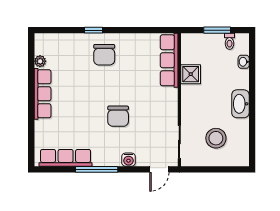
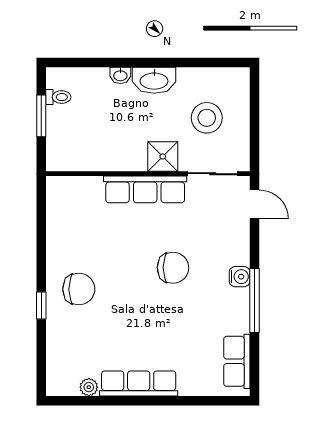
row of seats: (169, 60) -> (145, 189), moved
washbasin: (244, 62) -> (120, 75), moved
shower: (191, 74) -> (163, 157), moved
row of seats: (66, 158) -> (237, 361), width x0.68
water cooler: (128, 160) -> (240, 277), moved

